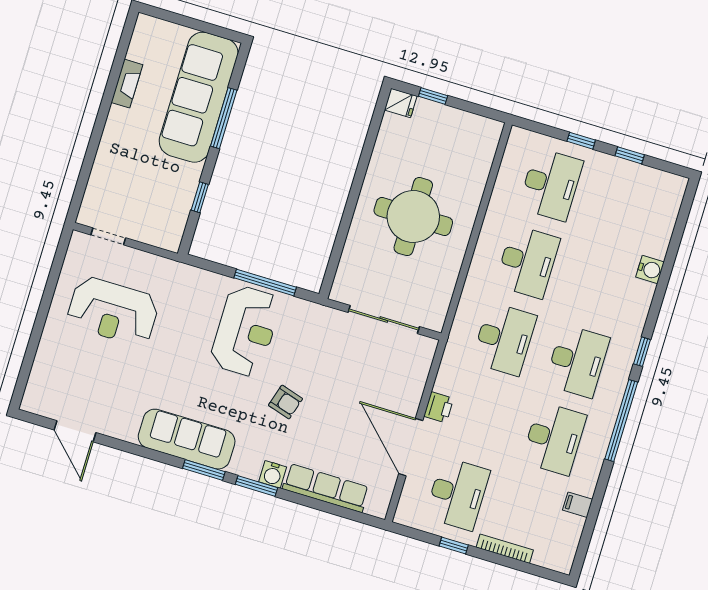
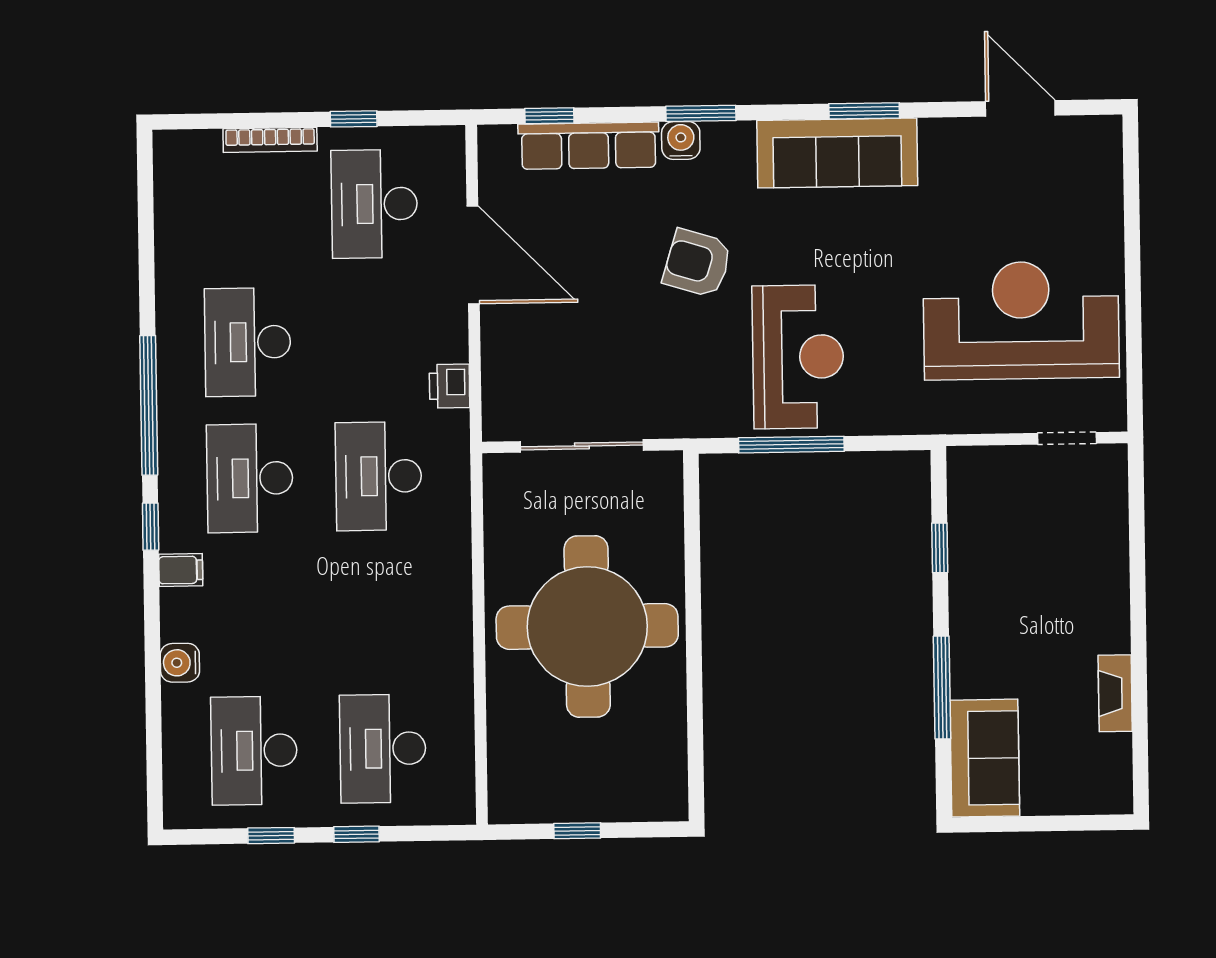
window: (433, 96) -> (577, 831), moved
sofa: (199, 97) -> (985, 758), width x0.54, depth x0.79
fridge: (401, 103) -> (666, 802), removed
round table: (413, 217) -> (587, 626), width x1.36, depth x1.36
desk: (527, 262) -> (254, 751), moved
reception desk: (113, 311) -> (1021, 320), width x1.36, depth x1.30
reception desk: (245, 331) -> (798, 357), turned 180
armchair: (286, 402) -> (697, 263), width x1.38, depth x1.38
printer: (439, 407) -> (449, 386), moved
window: (204, 470) -> (864, 111), moved
filing cabinet: (578, 505) -> (181, 570), moved
window: (343, 512) -> (549, 116), added

